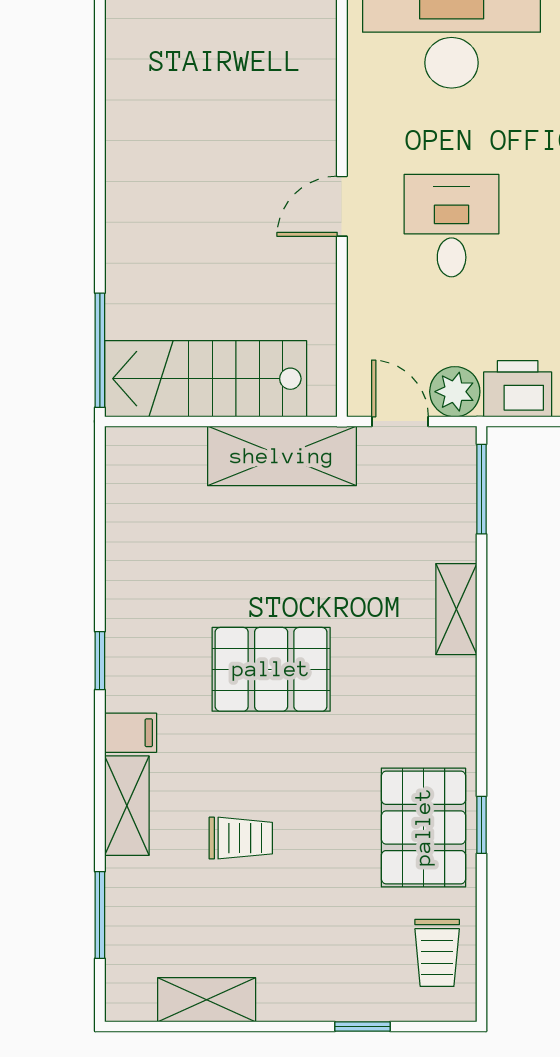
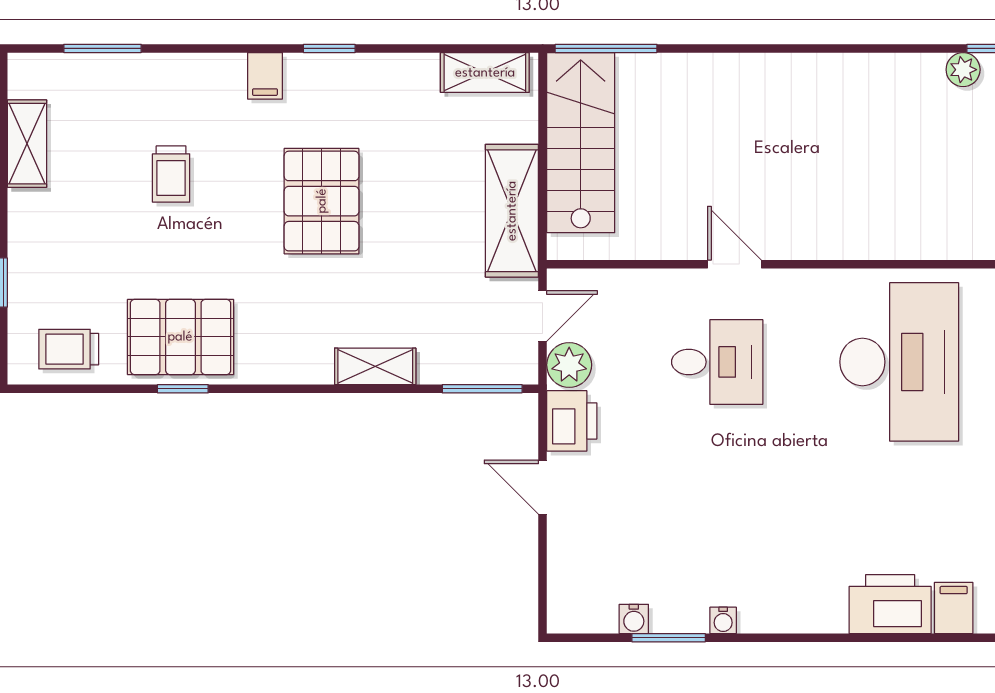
shelving: (127, 806) -> (485, 73), moved

